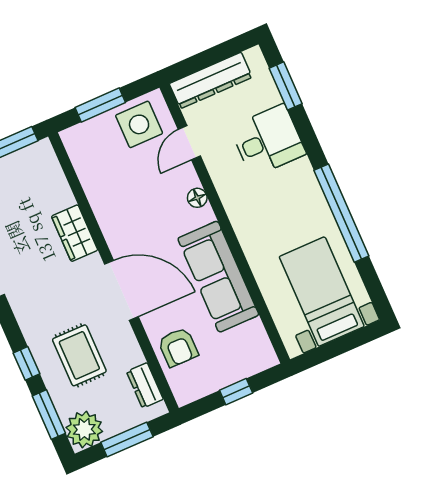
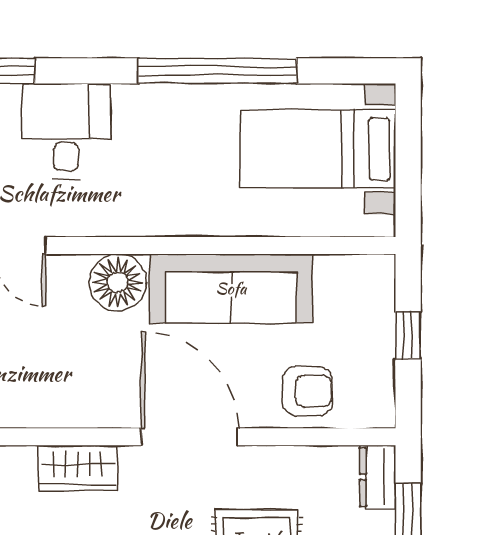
floor lamp: (197, 198) -> (118, 282), width x1.89, depth x1.89
door: (121, 290) -> (190, 437), hinge flipped
dresser: (145, 385) -> (378, 477), moved, turned 90

